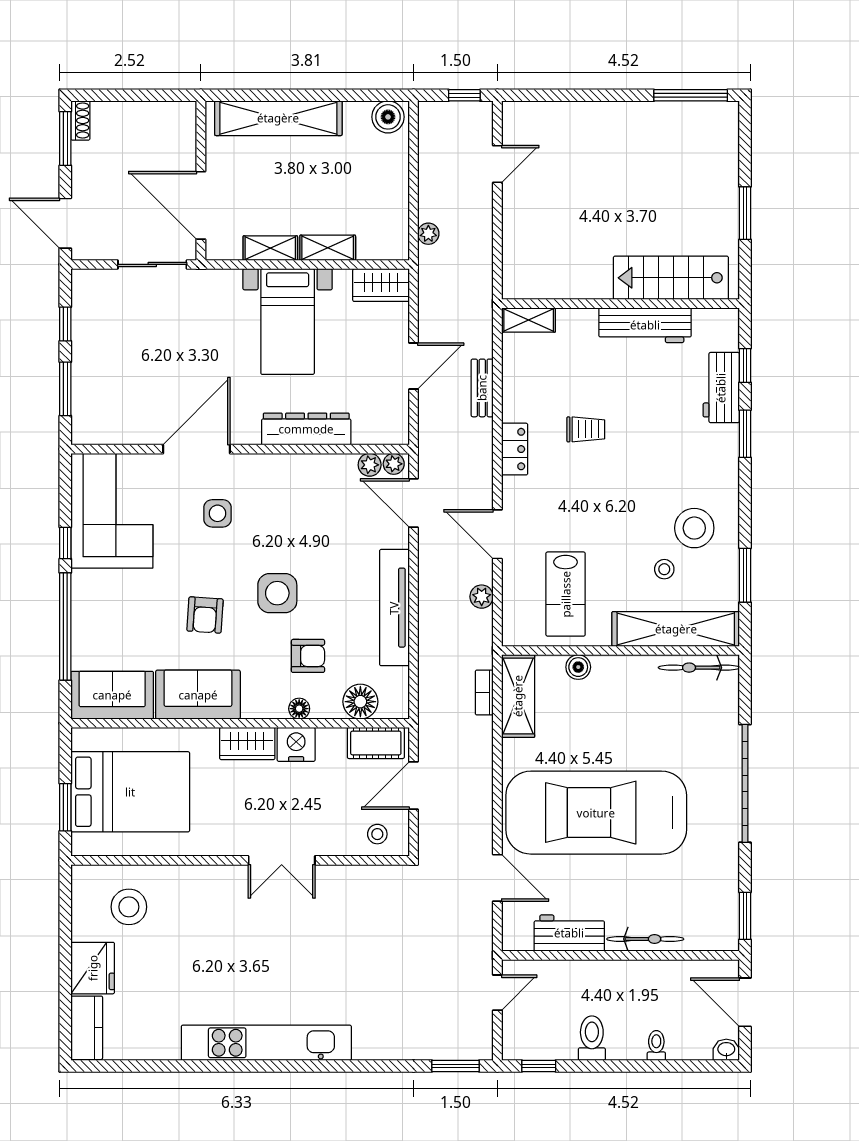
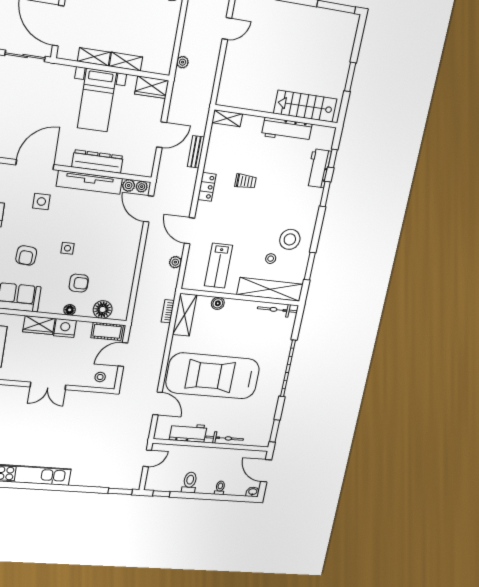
side table: (277, 593) -> (68, 248), width x0.54, depth x0.54
tv unit: (394, 608) -> (89, 182), moved, turned -90

